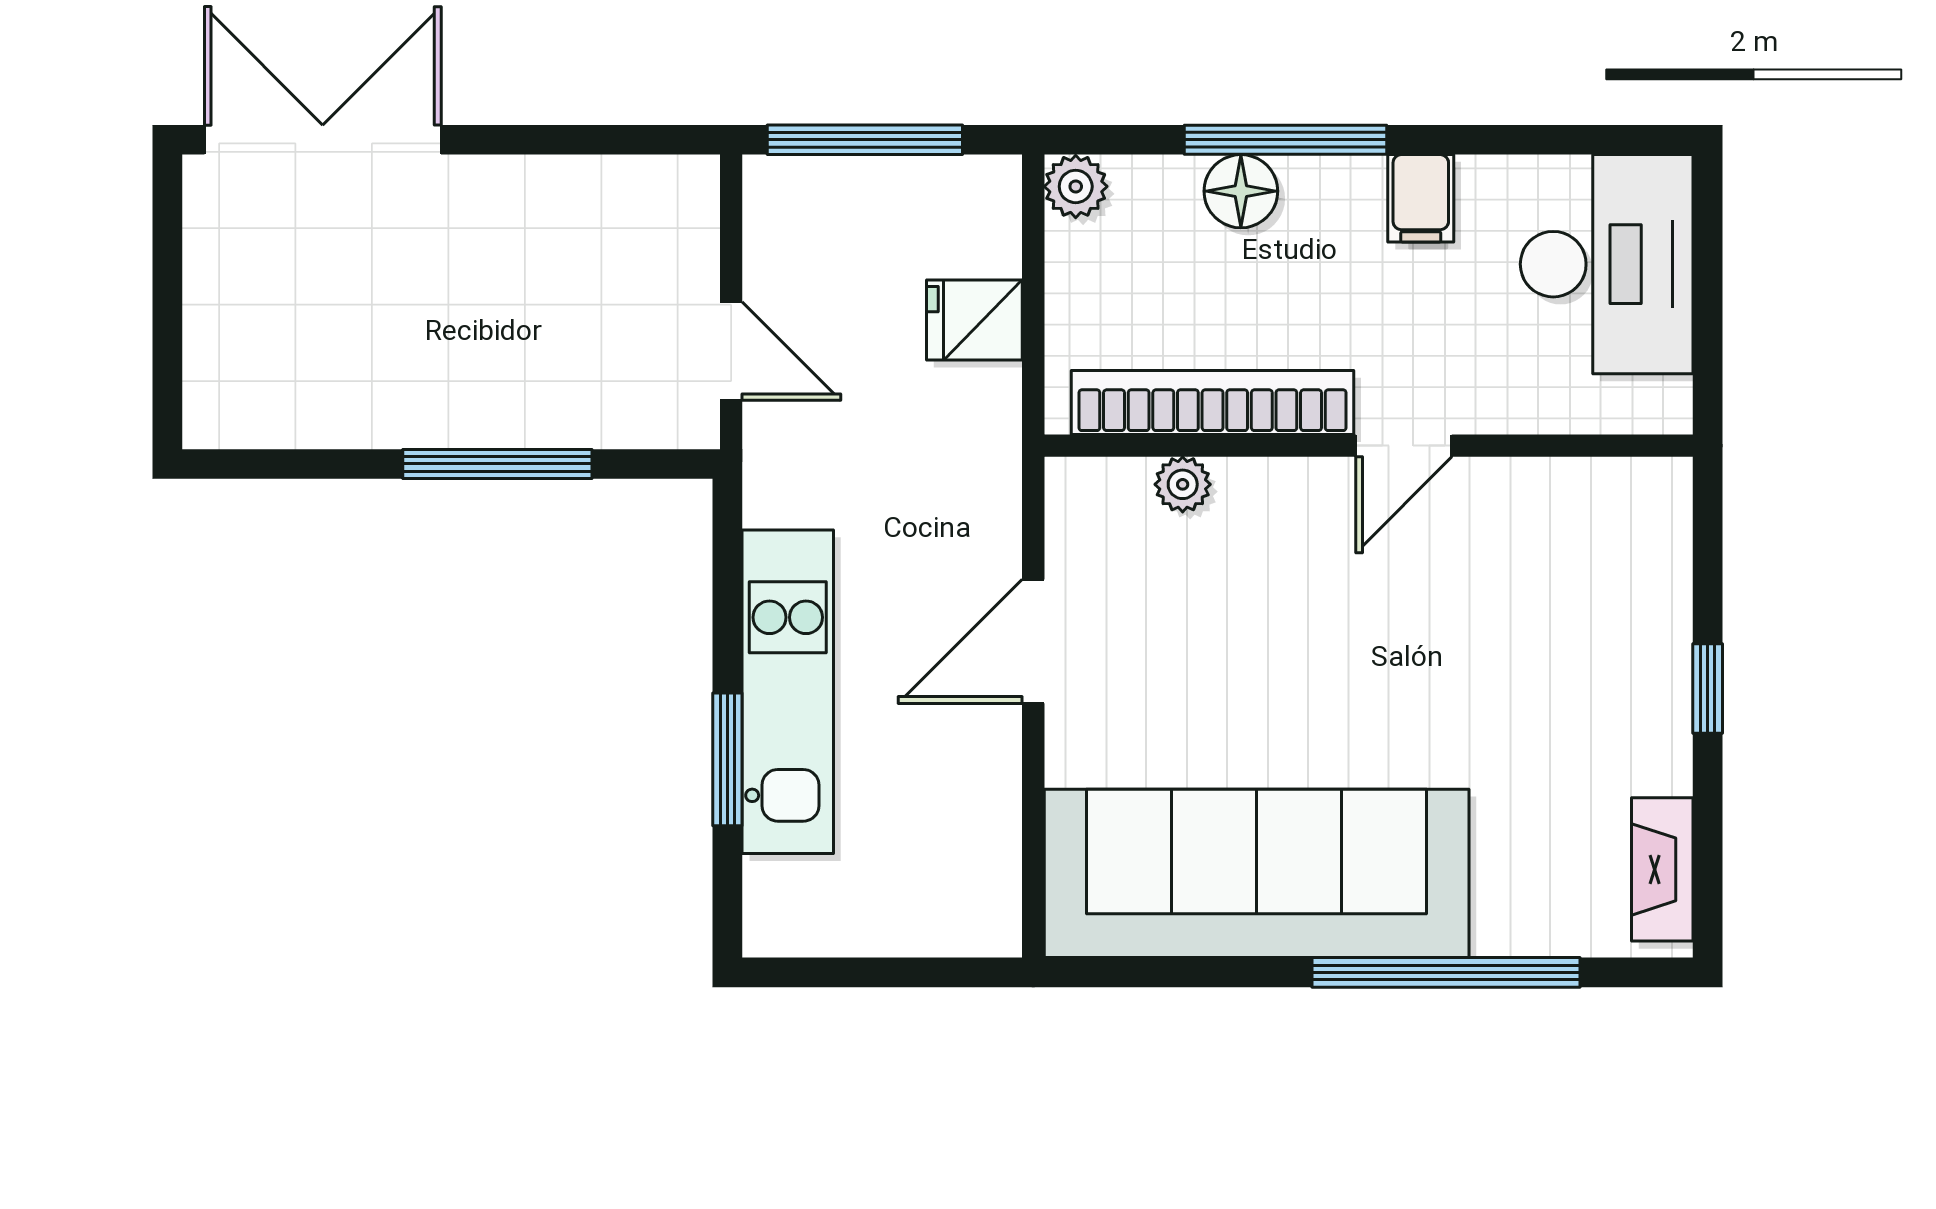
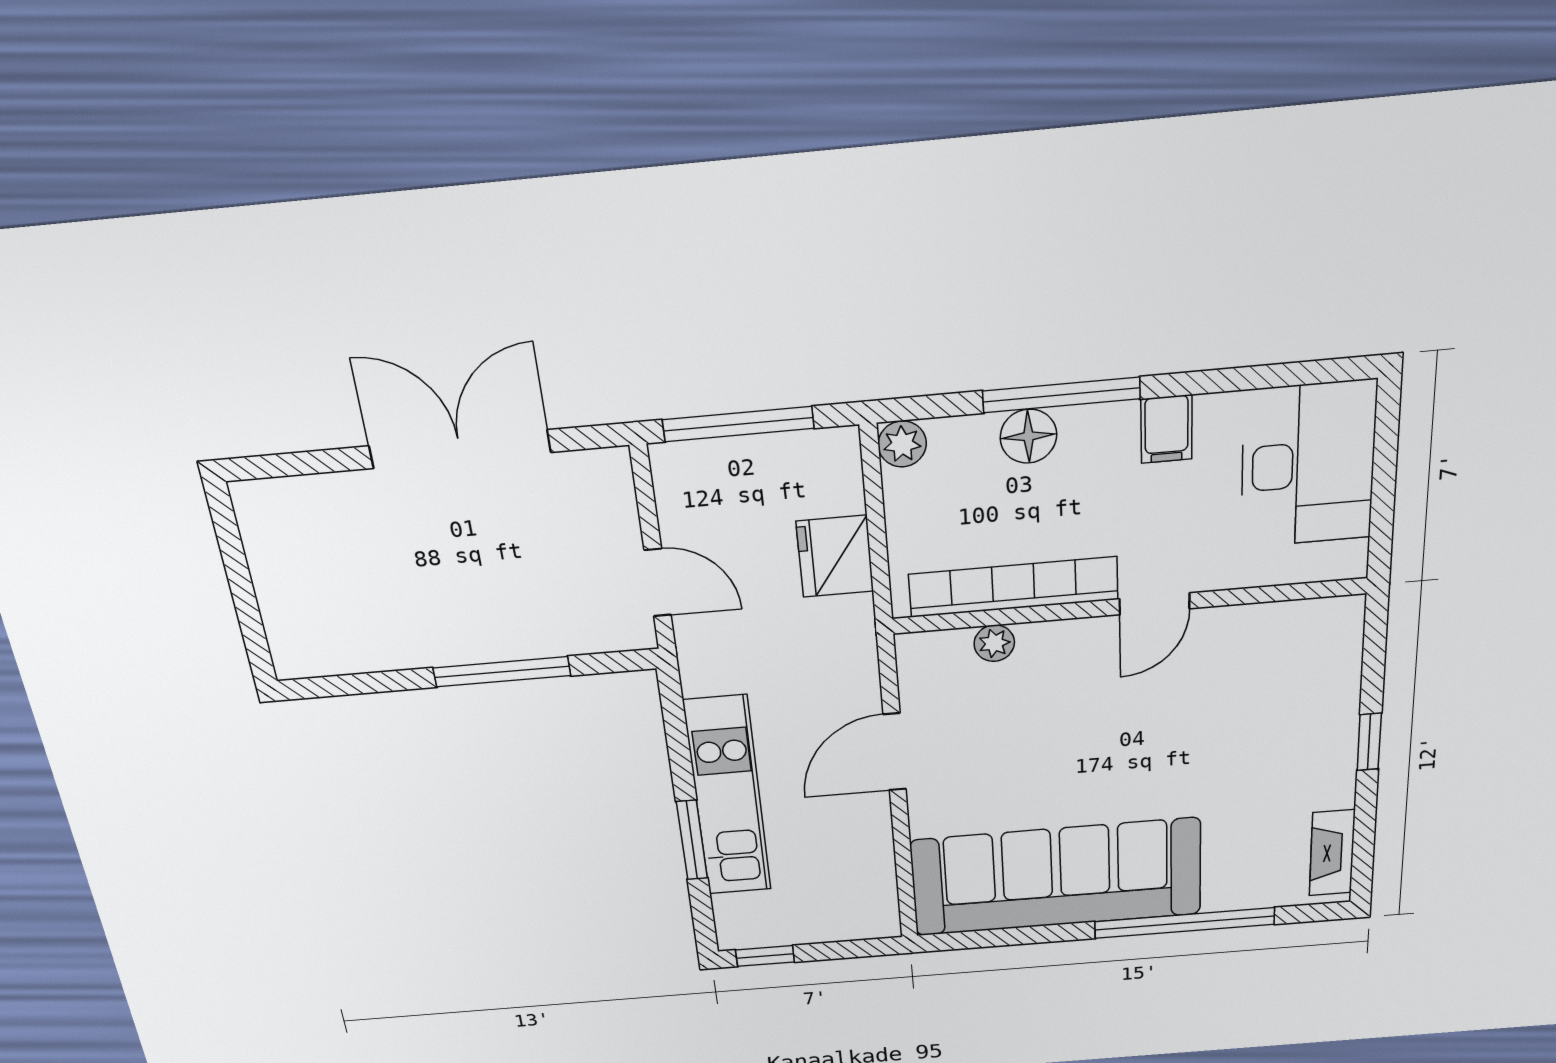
double door: (323, 140) -> (460, 449), moved
fridge: (974, 320) -> (835, 556), width x1.38
window: (813, 972) -> (765, 956), added

